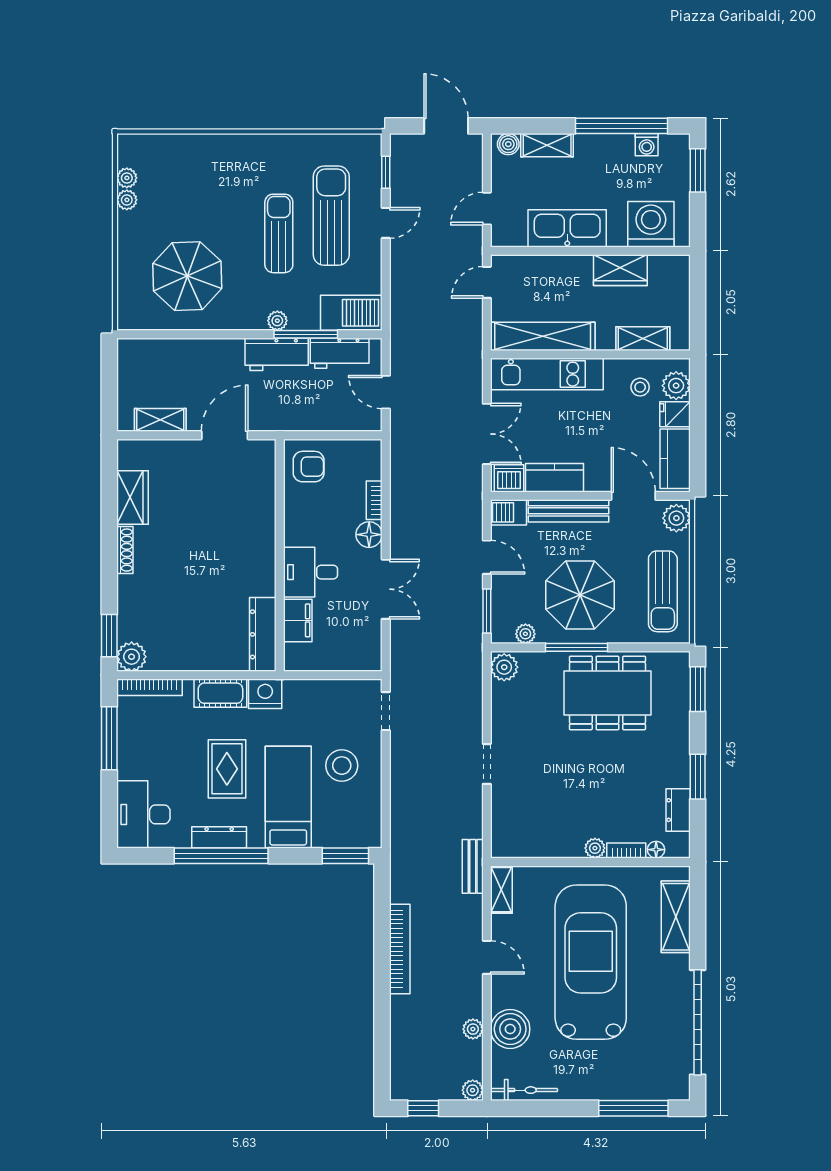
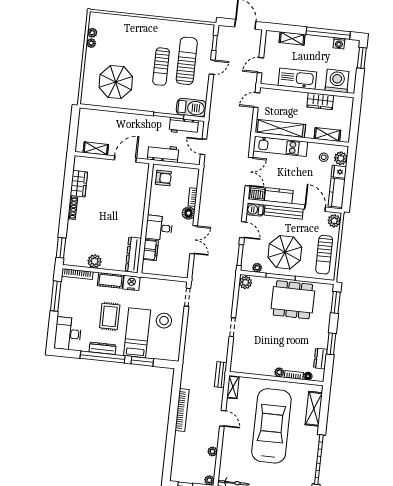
boiler: (508, 144) -> (274, 36), removed
sun lounger: (279, 233) -> (161, 67), turned 180
plant: (277, 321) -> (156, 108), removed
workbench: (277, 354) -> (163, 153), moved, turned 180
plant: (132, 657) -> (95, 261), moved
window: (345, 856) -> (142, 361), moved
boiler: (510, 1029) -> (230, 453), removed

